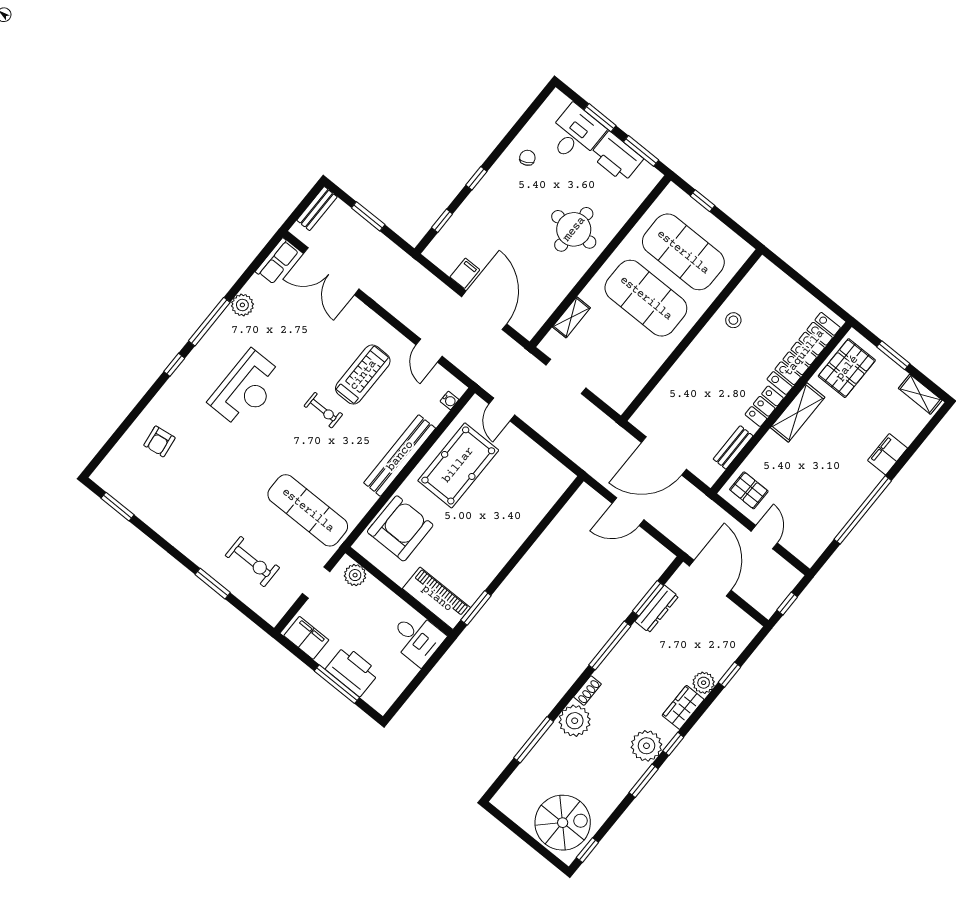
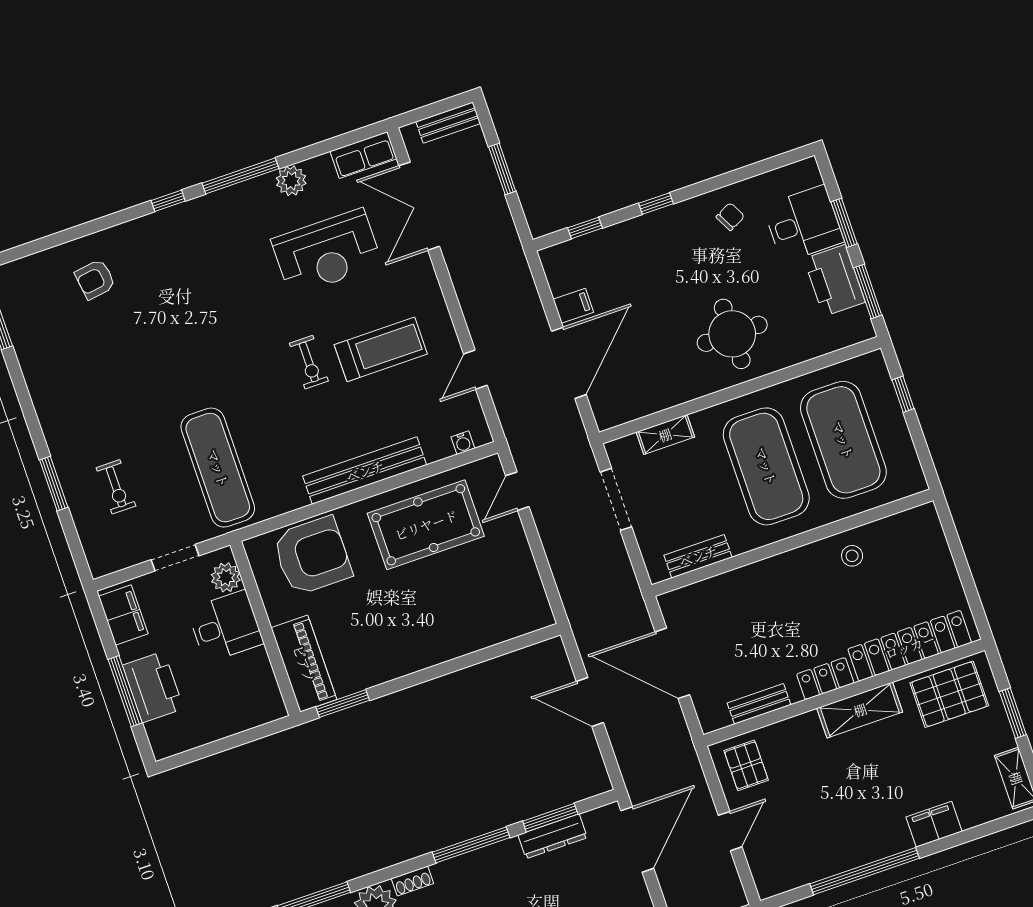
bench: (639, 380) -> (698, 556), added
reception desk: (246, 389) -> (327, 252), moved
exercise bike: (252, 562) -> (116, 487), width x0.73, depth x0.72
desk: (417, 638) -> (225, 626), moved, turned -90

